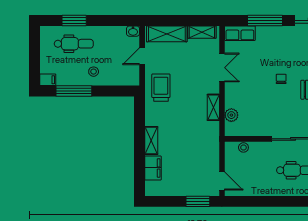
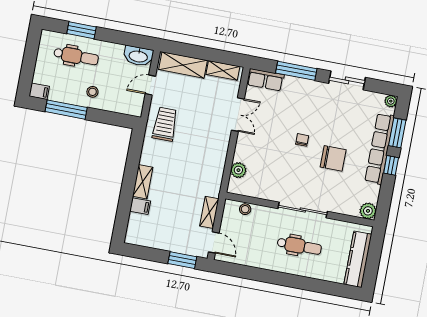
washbasin: (133, 31) -> (138, 56), width x1.91, depth x1.45
shelving: (213, 107) -> (209, 212), moved
filing cabinet: (153, 168) -> (140, 206), width x0.50

